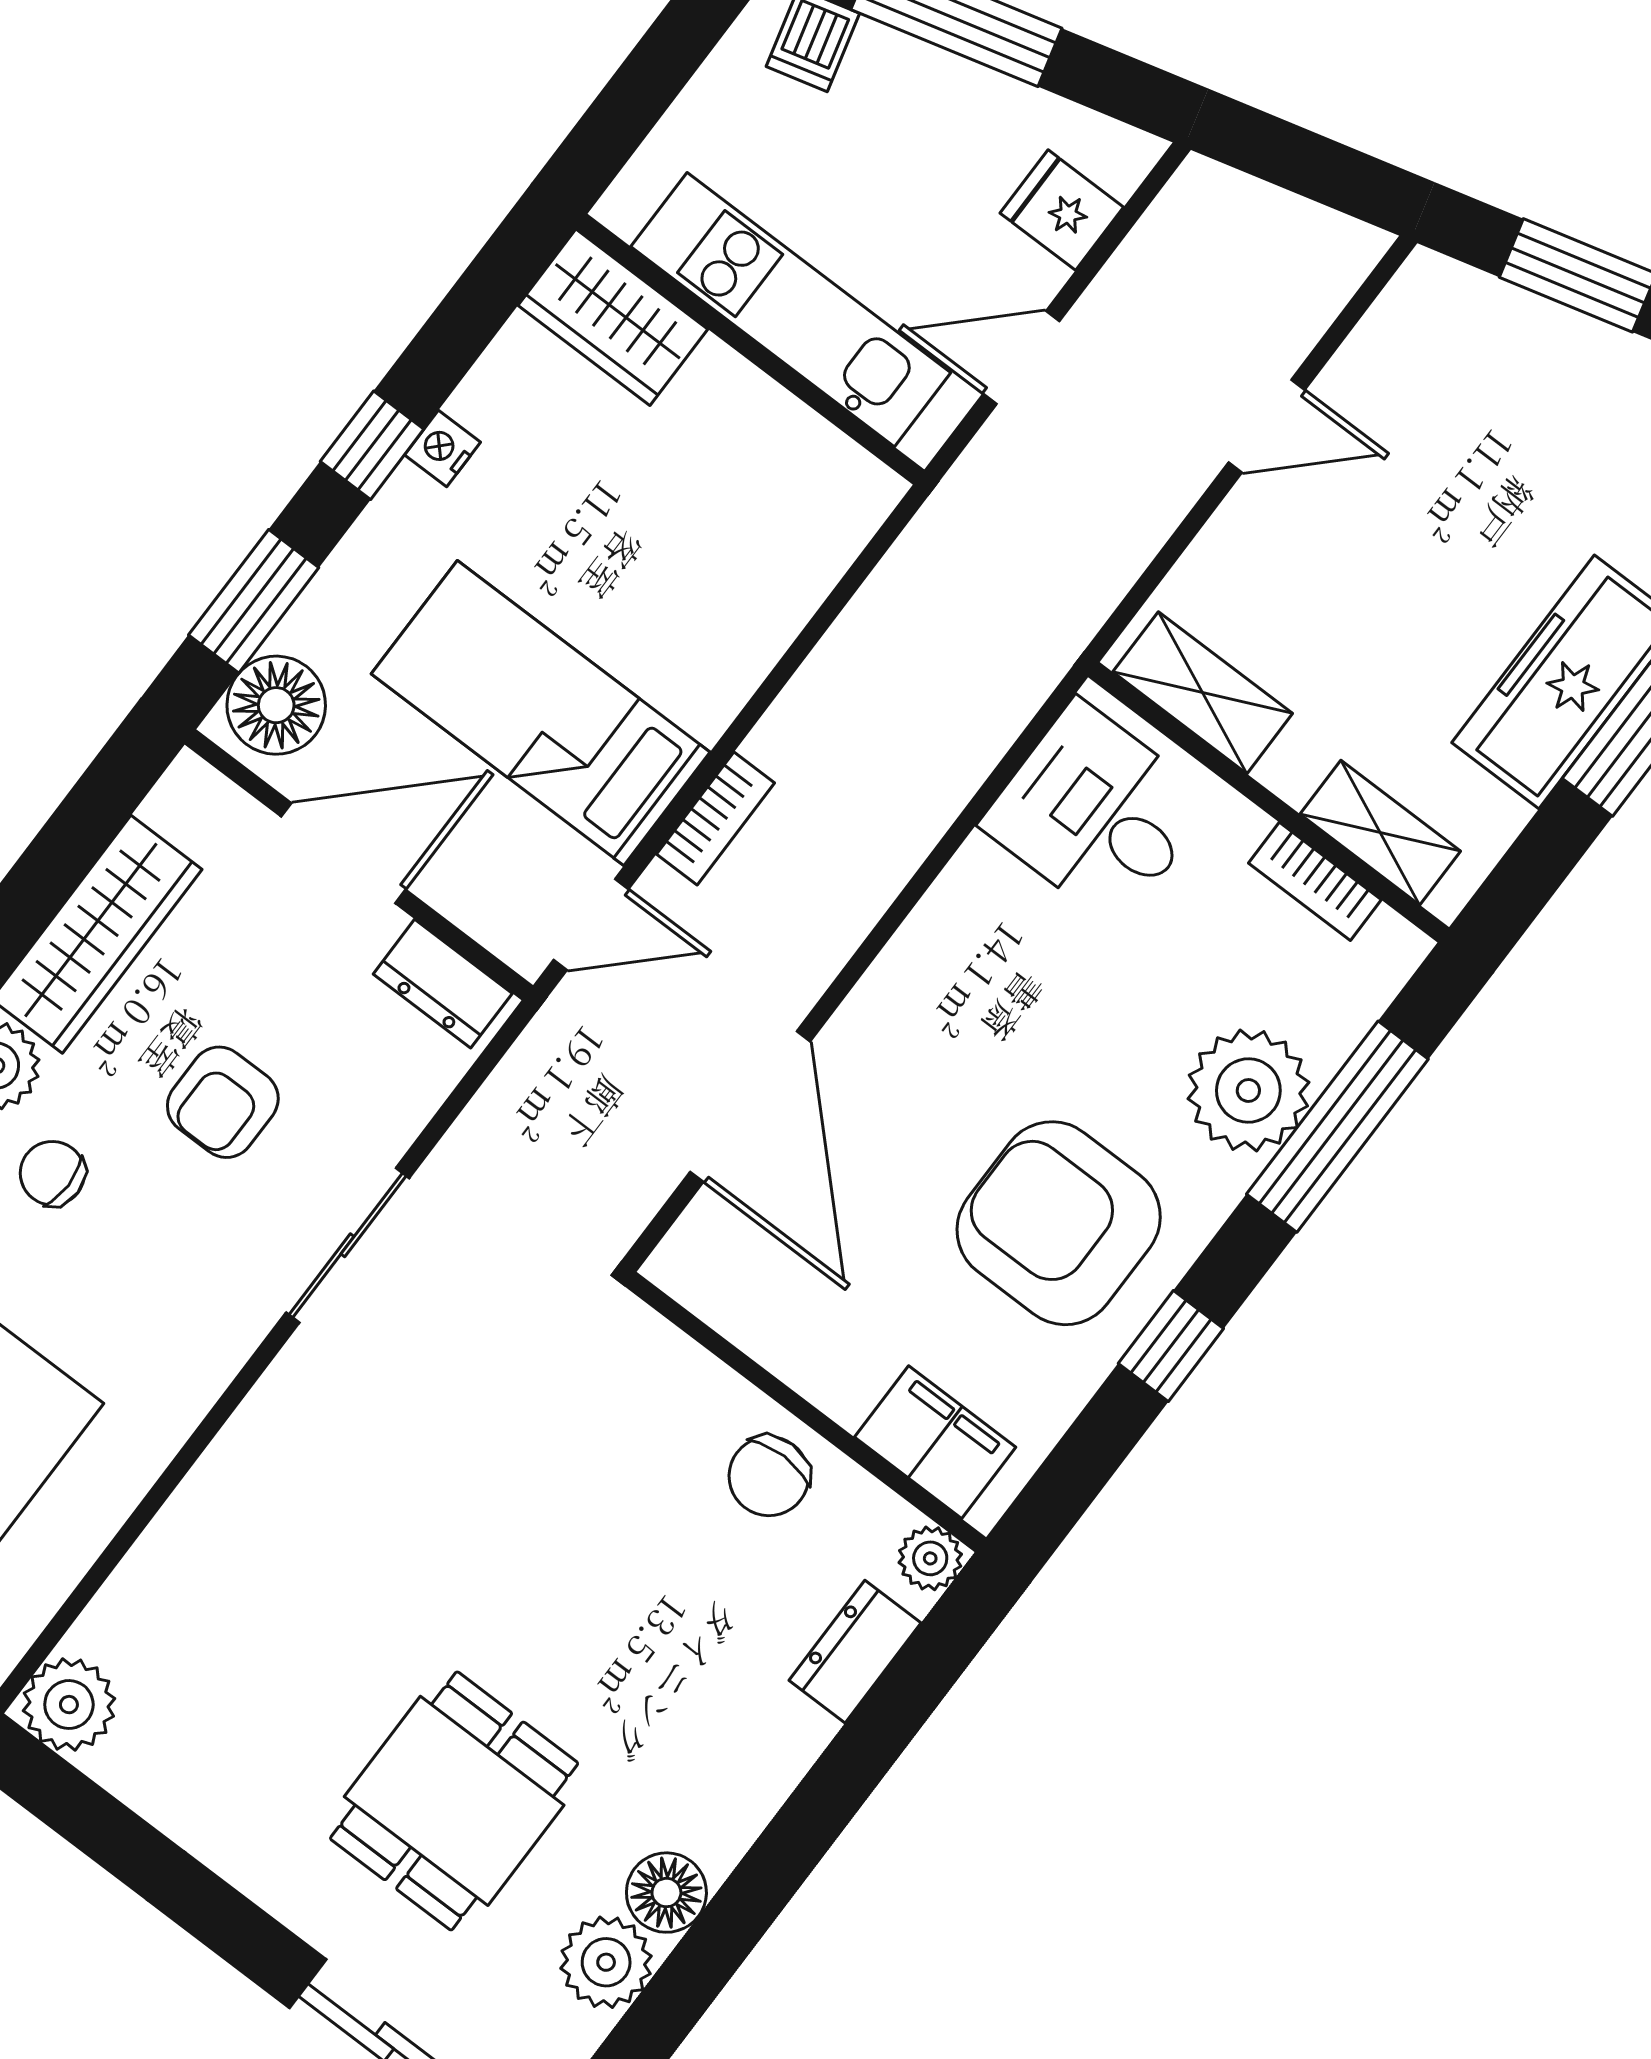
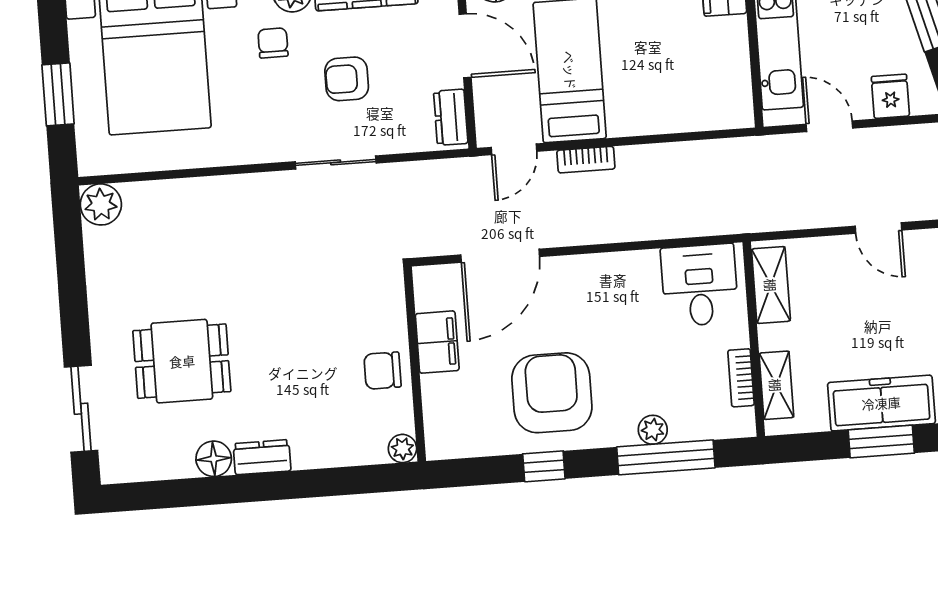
door: (591, 925) -> (514, 149), hinge flipped
plant: (1248, 1091) -> (653, 430), width x0.53, depth x0.53
filing cabinet: (935, 1442) -> (437, 342), moved
dresser: (855, 1652) -> (262, 457), moved
plant: (606, 1962) -> (173, 459), removed

